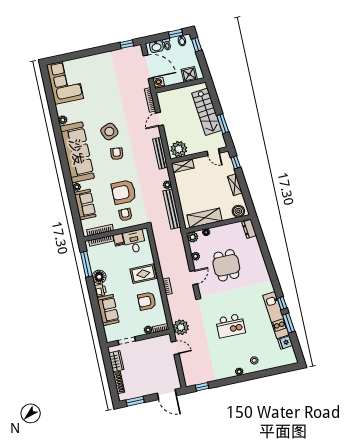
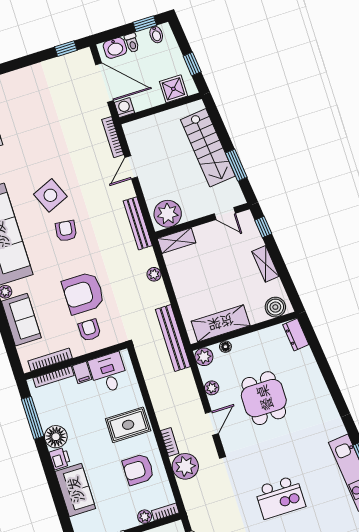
window: (197, 45) -> (192, 64), moved
bench: (172, 209) -> (173, 338), moved
plant: (181, 327) -> (185, 466), moved

